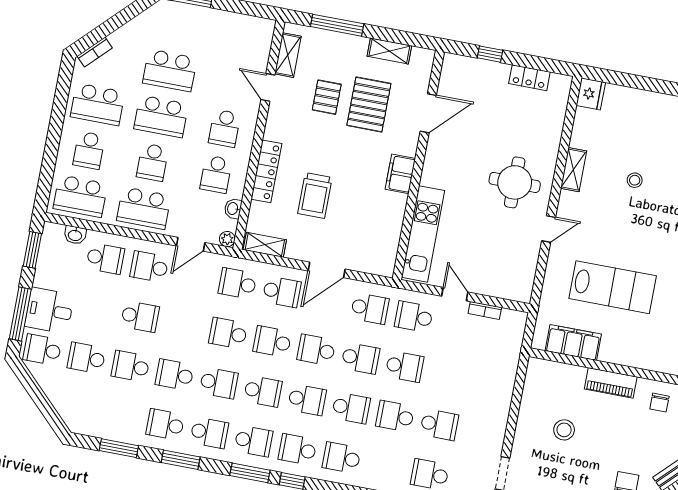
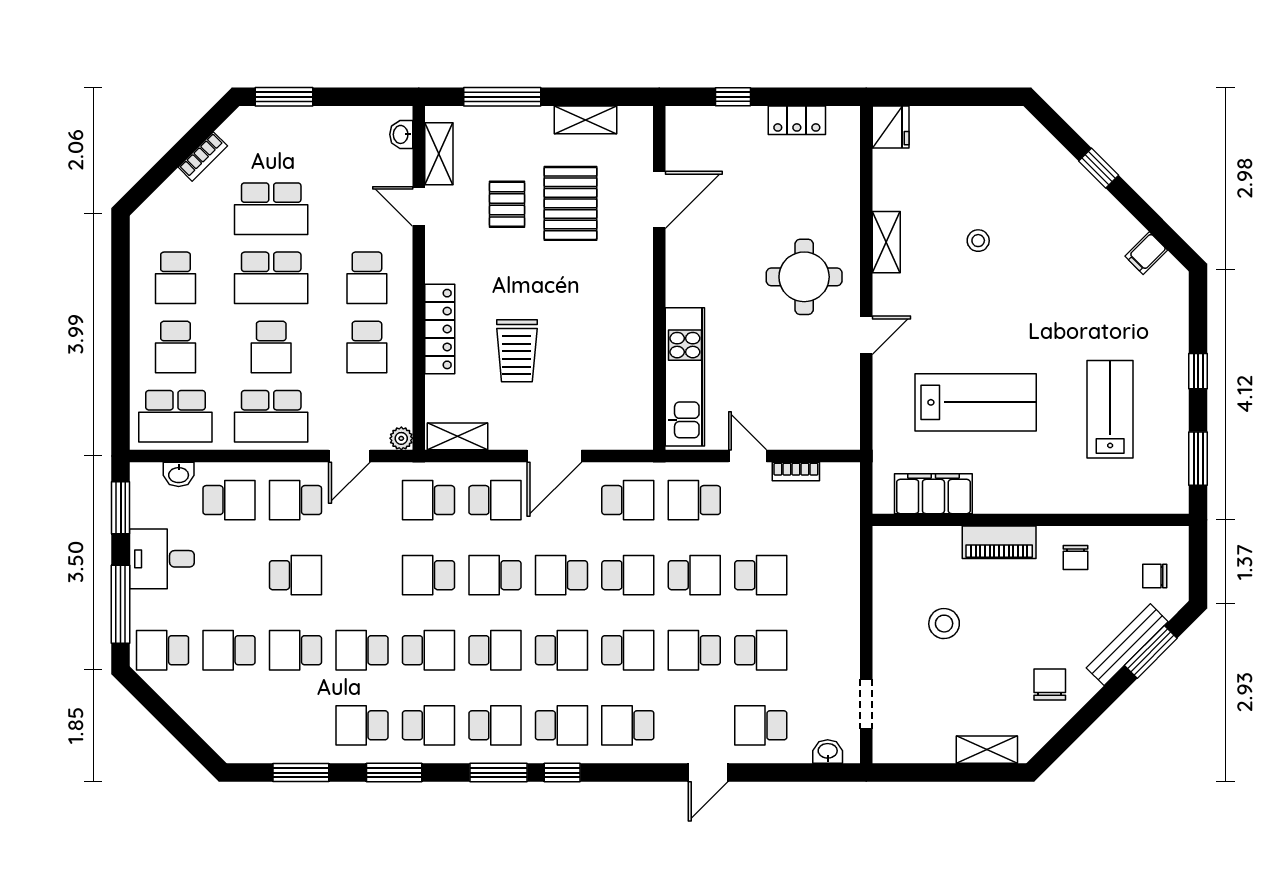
bookcase: (95, 52) -> (203, 157), moved
school desk: (98, 104) -> (175, 278), width x0.54
filing cabinet: (400, 174) -> (635, 296), removed
washbasin: (233, 209) -> (401, 134), moved
desk: (49, 311) -> (162, 559), moved
school desk: (449, 375) -> (761, 575), added
school desk: (297, 449) -> (561, 725), turned 180

